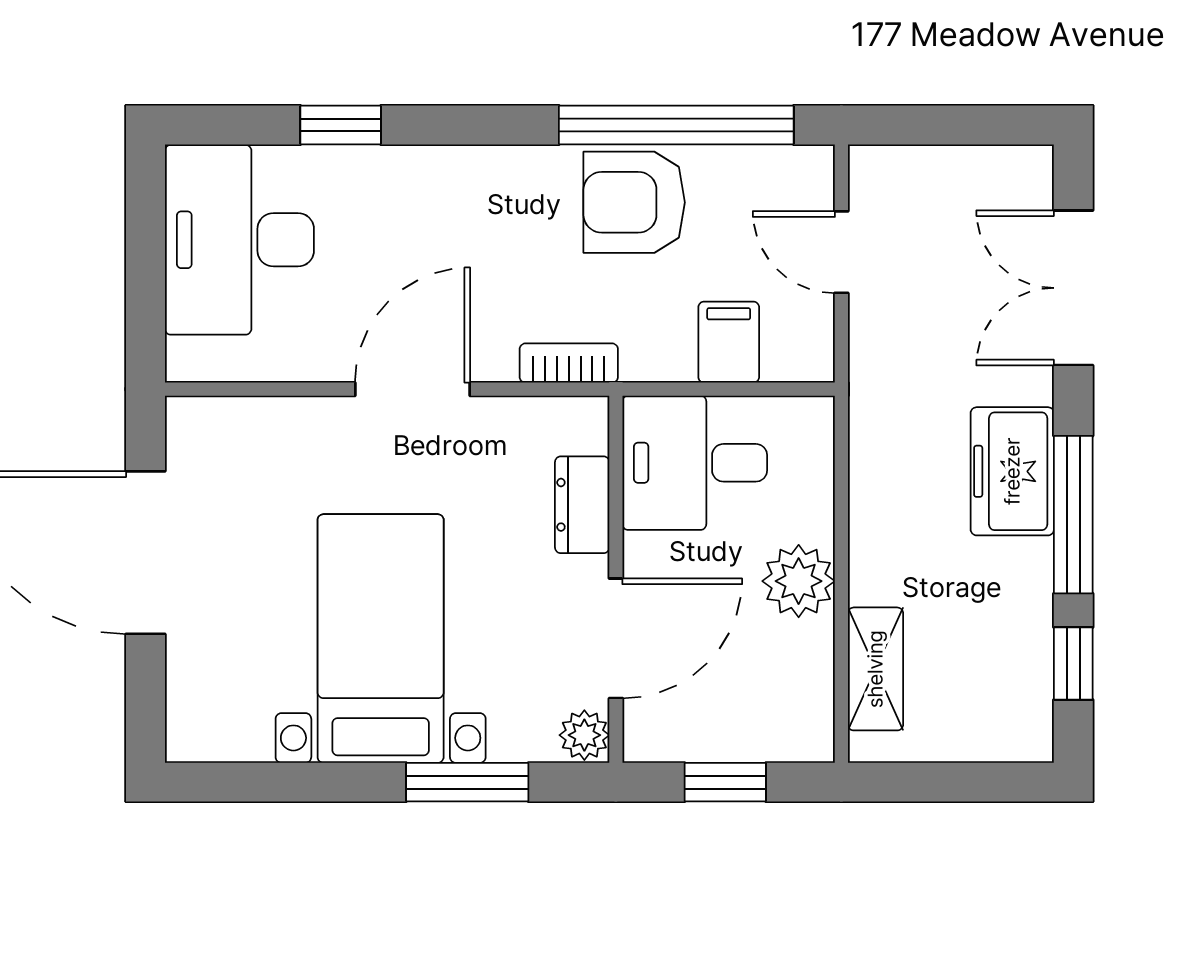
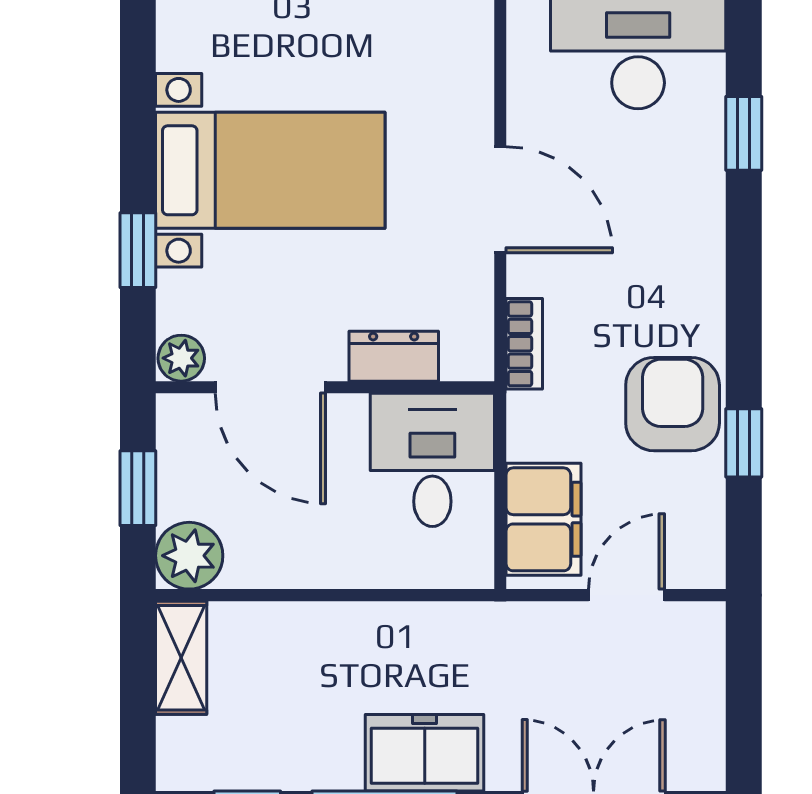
window: (676, 125) -> (744, 443), width x0.32
filing cabinet: (729, 342) -> (544, 519), width x2.00
plant: (799, 581) -> (189, 556), moved
shelving: (875, 669) -> (181, 658), moved, turned 90
window: (467, 782) -> (138, 250), width x0.67

